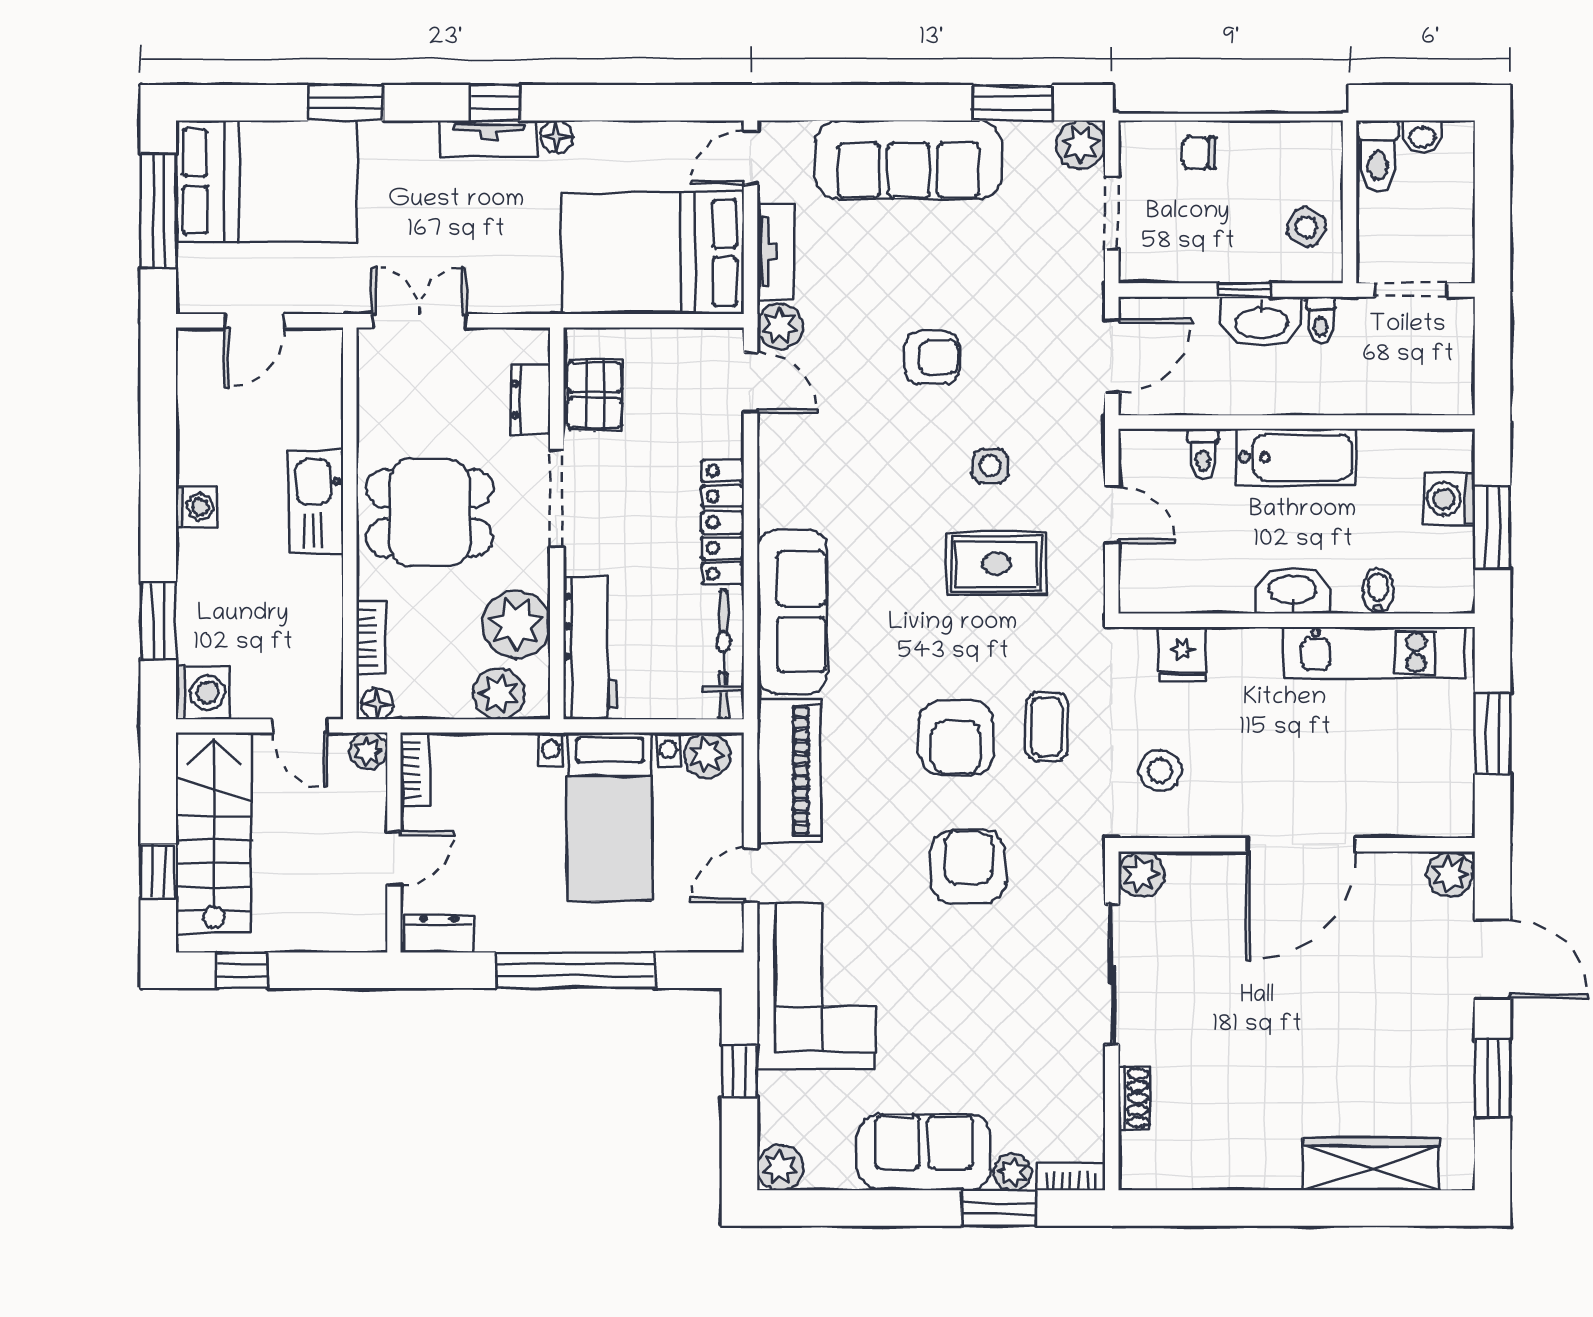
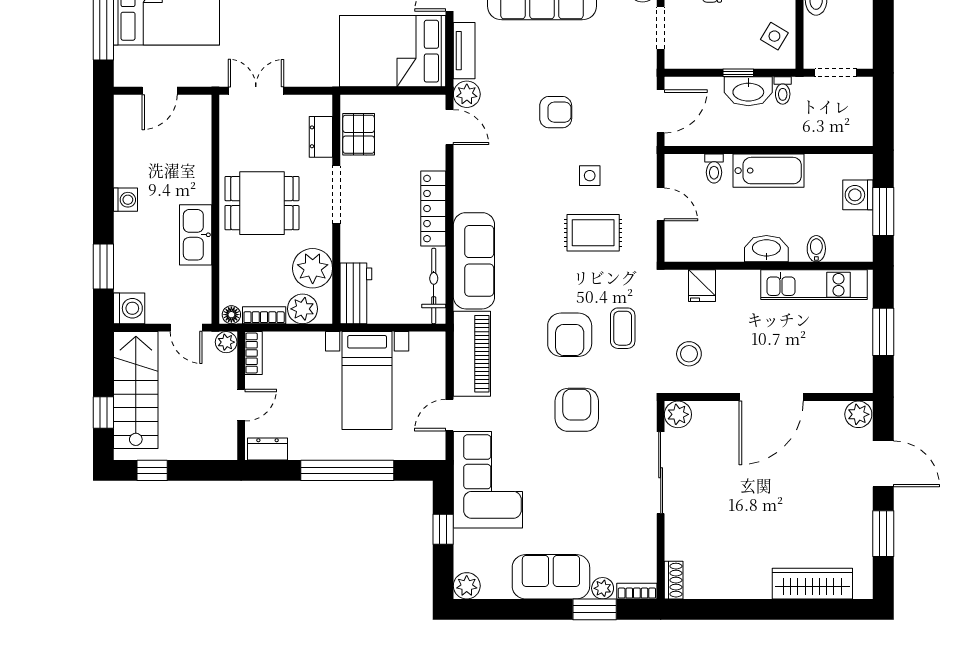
kitchen sink: (316, 502) -> (196, 235), moved
bookcase: (371, 637) -> (264, 315), moved, turned -90
workbench: (590, 648) -> (356, 293), width x0.73
plant: (707, 755) -> (424, 345), removed
shoe rack: (1134, 1098) -> (674, 580), moved

